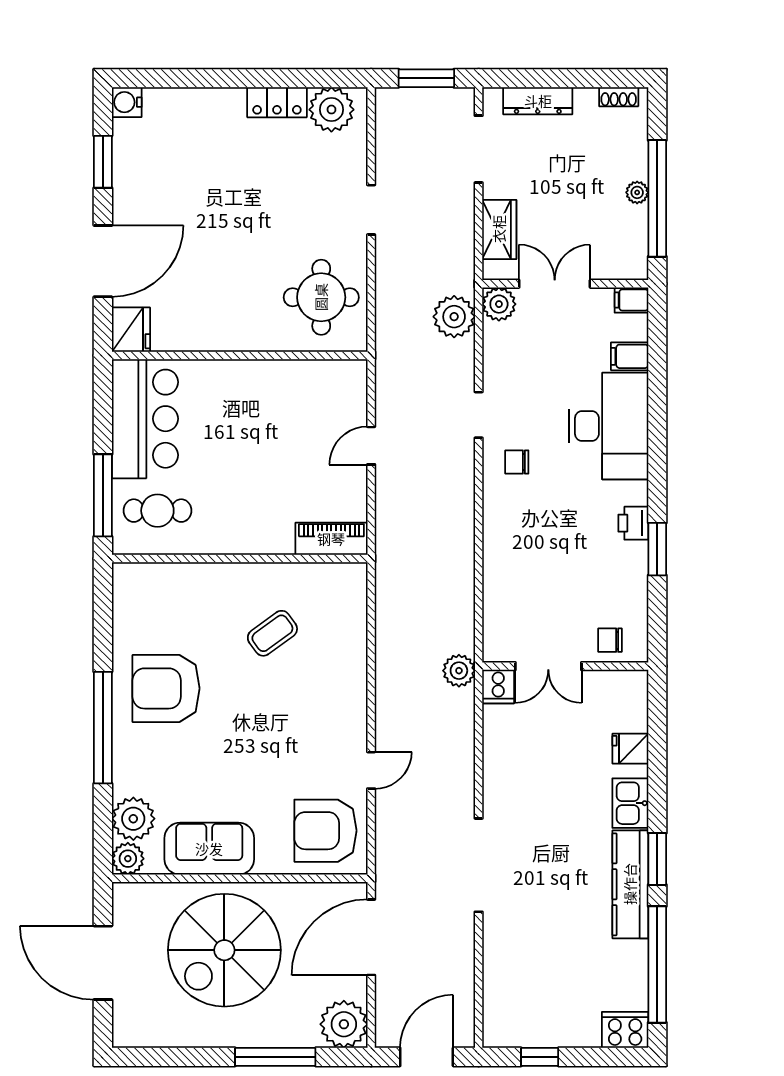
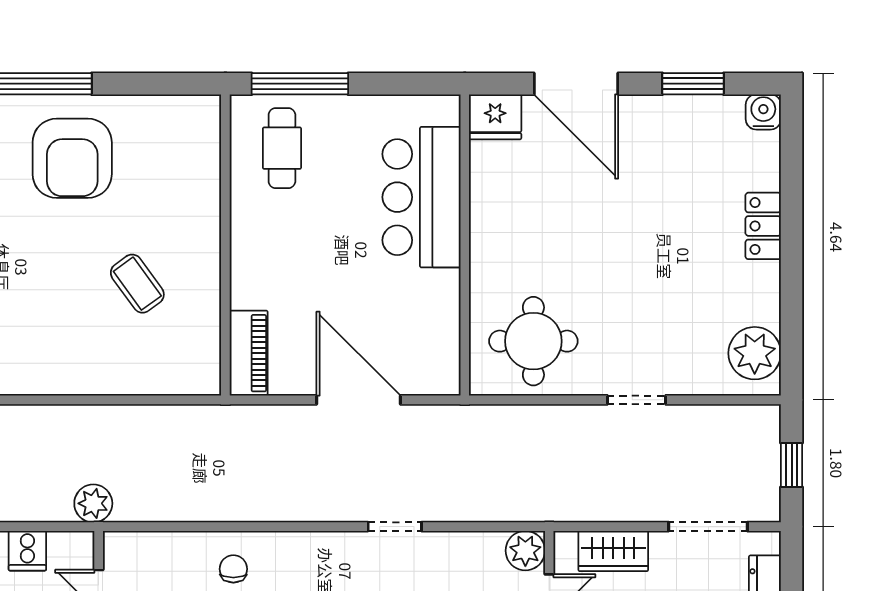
window: (426, 78) -> (792, 465), width x0.67
locker: (277, 102) -> (763, 226), moved
plant: (454, 317) -> (511, 498), removed
bar counter: (145, 419) -> (421, 197), moved, turned 90
door: (371, 446) -> (359, 400), width x1.87
chair: (517, 462) -> (233, 569), moved
cooker: (498, 687) -> (27, 551), moved, turned -90
armchair: (166, 688) -> (72, 158), turned 180

